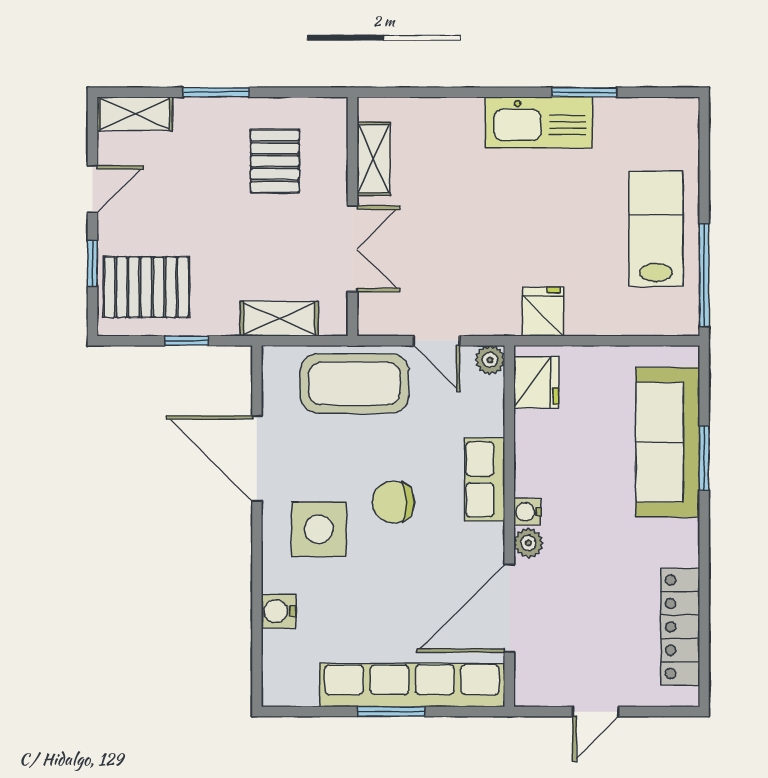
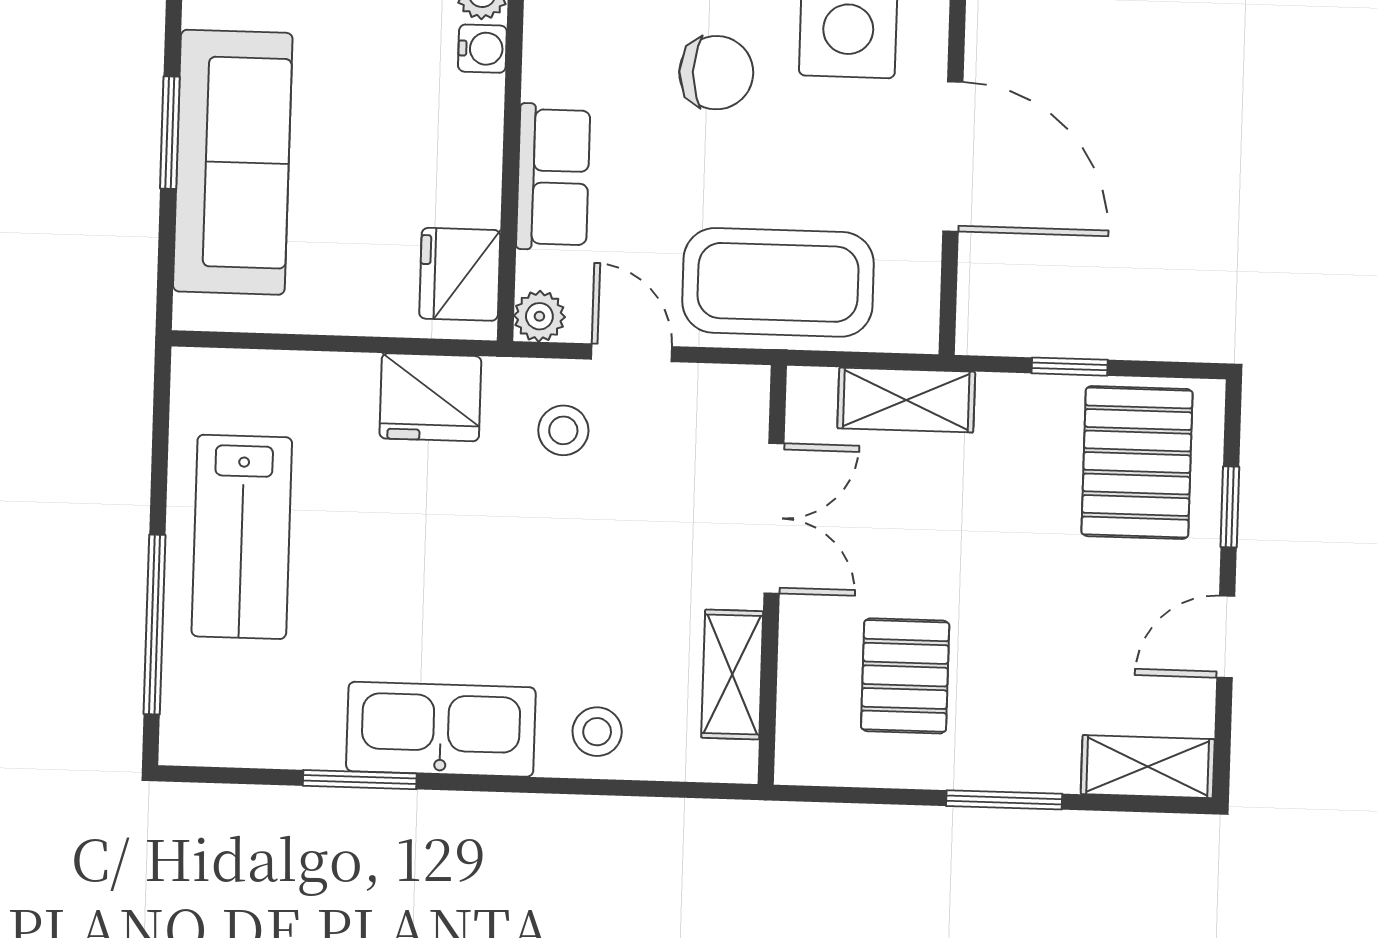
stool: (450, 124) -> (597, 732), added
double door: (352, 249) -> (774, 518), swing flipped
window: (704, 275) -> (154, 624), moved
pallet: (146, 287) -> (1137, 463), turned 90
stool: (474, 295) -> (563, 430), added
fridge: (543, 312) -> (430, 397), width x1.38
row of seats: (485, 479) -> (553, 177), moved

